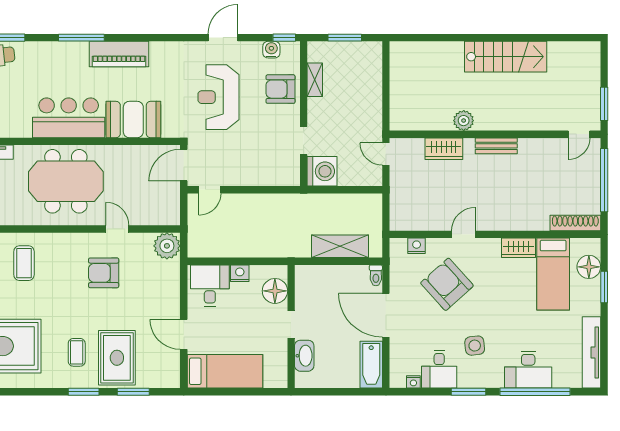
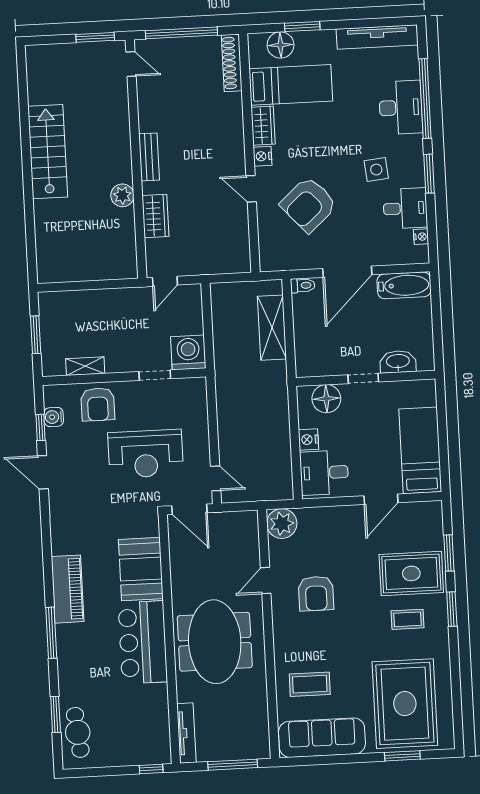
window: (284, 38) -> (41, 427), moved
reception desk: (218, 97) -> (146, 454), moved
nightstand: (417, 246) -> (263, 156), moved

